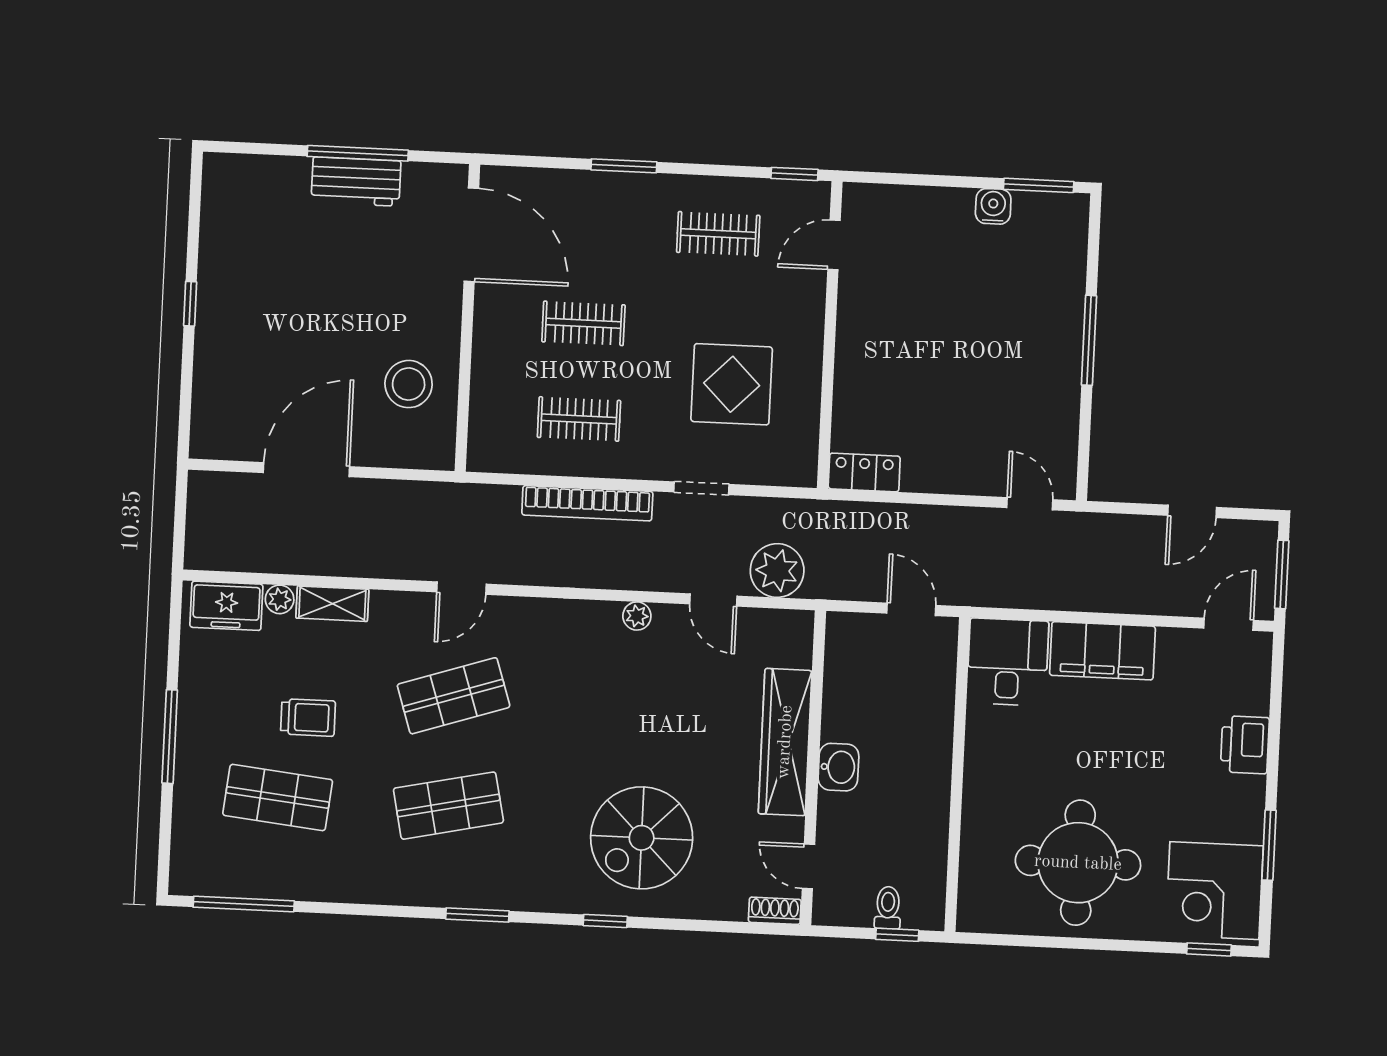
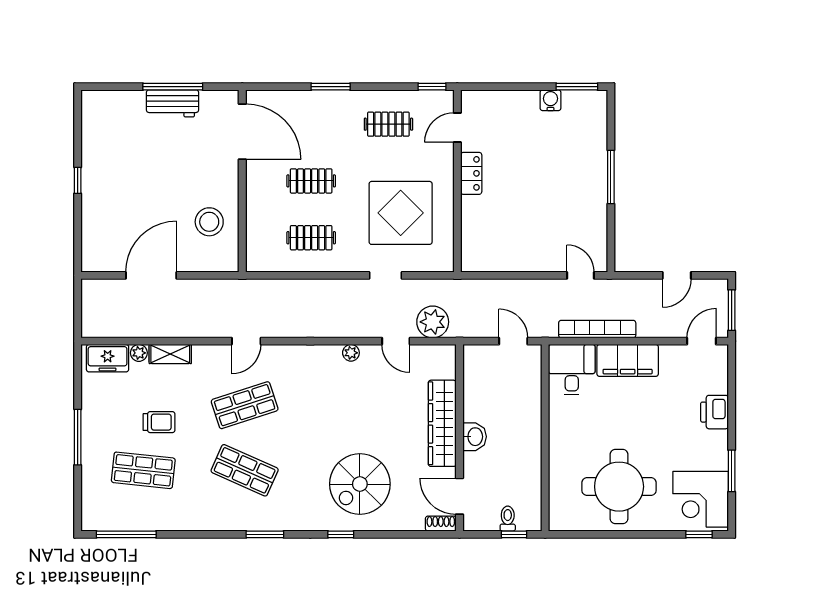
display table: (732, 384) -> (401, 213), width x1.36, depth x1.36
locker: (864, 472) -> (471, 173), moved, turned 90
bookcase: (587, 503) -> (597, 329), moved, turned 180
shop shelf: (448, 806) -> (245, 470), turned 36
door: (808, 866) -> (459, 496), width x1.38

